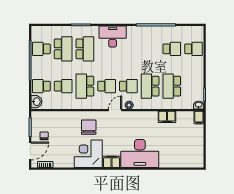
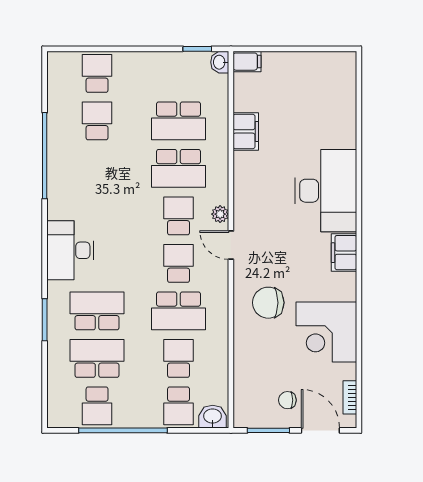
corner desk: (88, 154) -> (326, 332), moved

